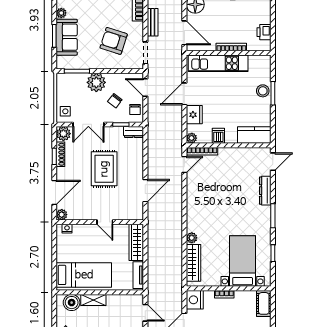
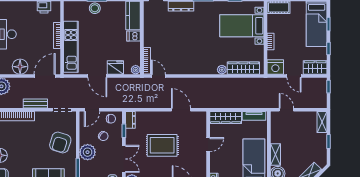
armchair: (114, 41) -> (60, 142), moved
dishwasher: (218, 136) -> (134, 36), moved
door: (145, 313) -> (286, 110), hinge flipped

